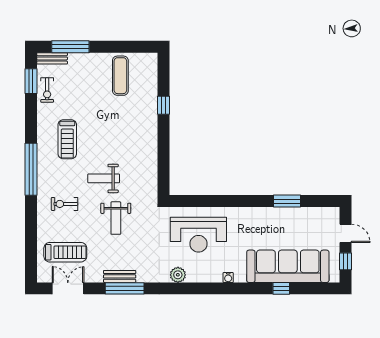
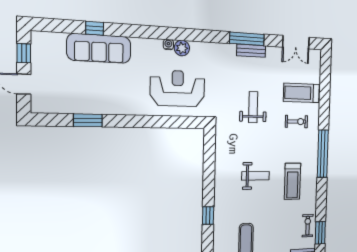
treadmill: (67, 139) -> (292, 181), turned 180
weight bench: (104, 178) -> (255, 176), moved
treadmill: (65, 252) -> (301, 93), moved
sofa: (288, 266) -> (99, 48), width x0.74, depth x0.79
plant: (178, 275) -> (182, 48), moved
water cooler: (228, 278) -> (168, 44), moved

